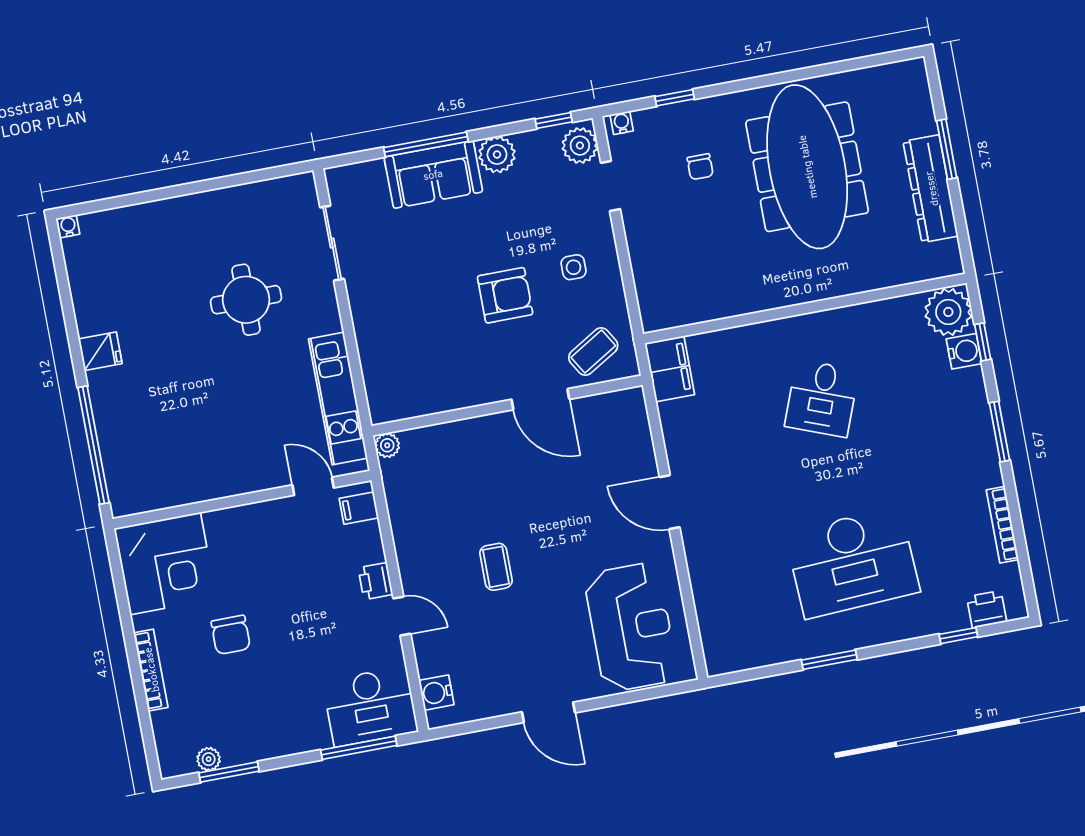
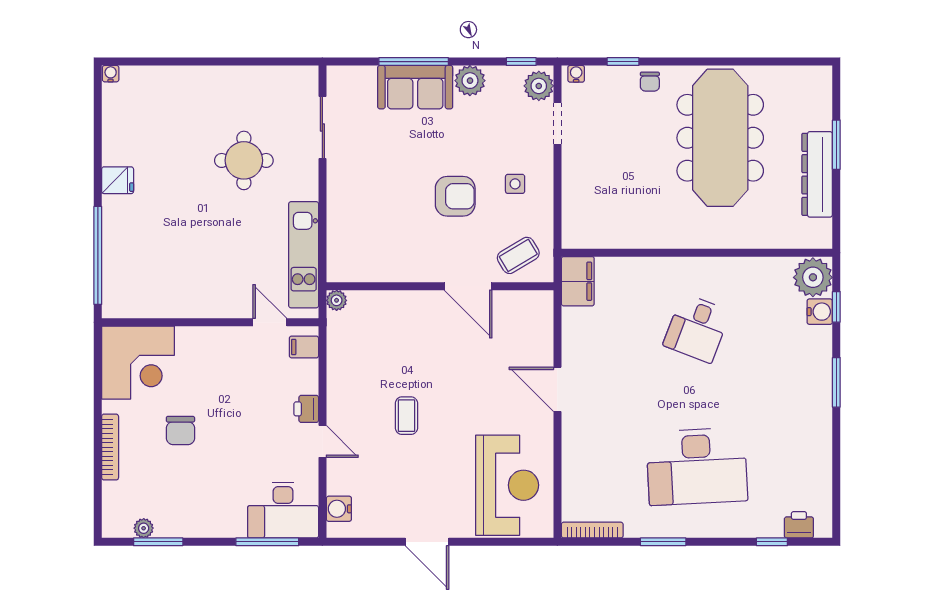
chair: (700, 167) -> (650, 82), moved
bookcase: (1002, 525) -> (592, 530), moved, turned 90

